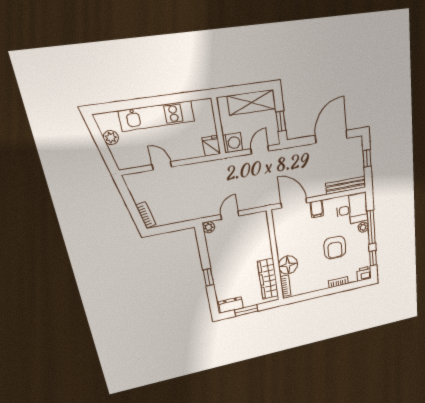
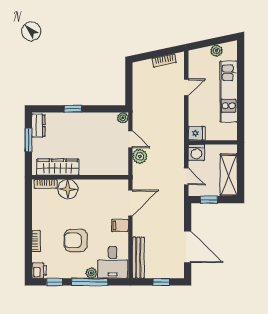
plant: (246, 202) -> (140, 156), added
bookcase: (146, 215) -> (164, 61), moved

